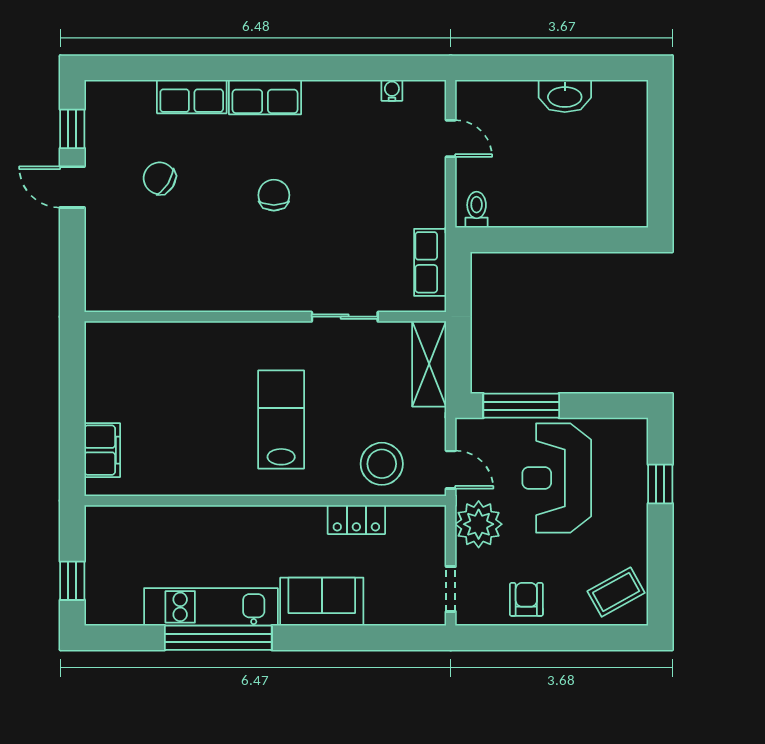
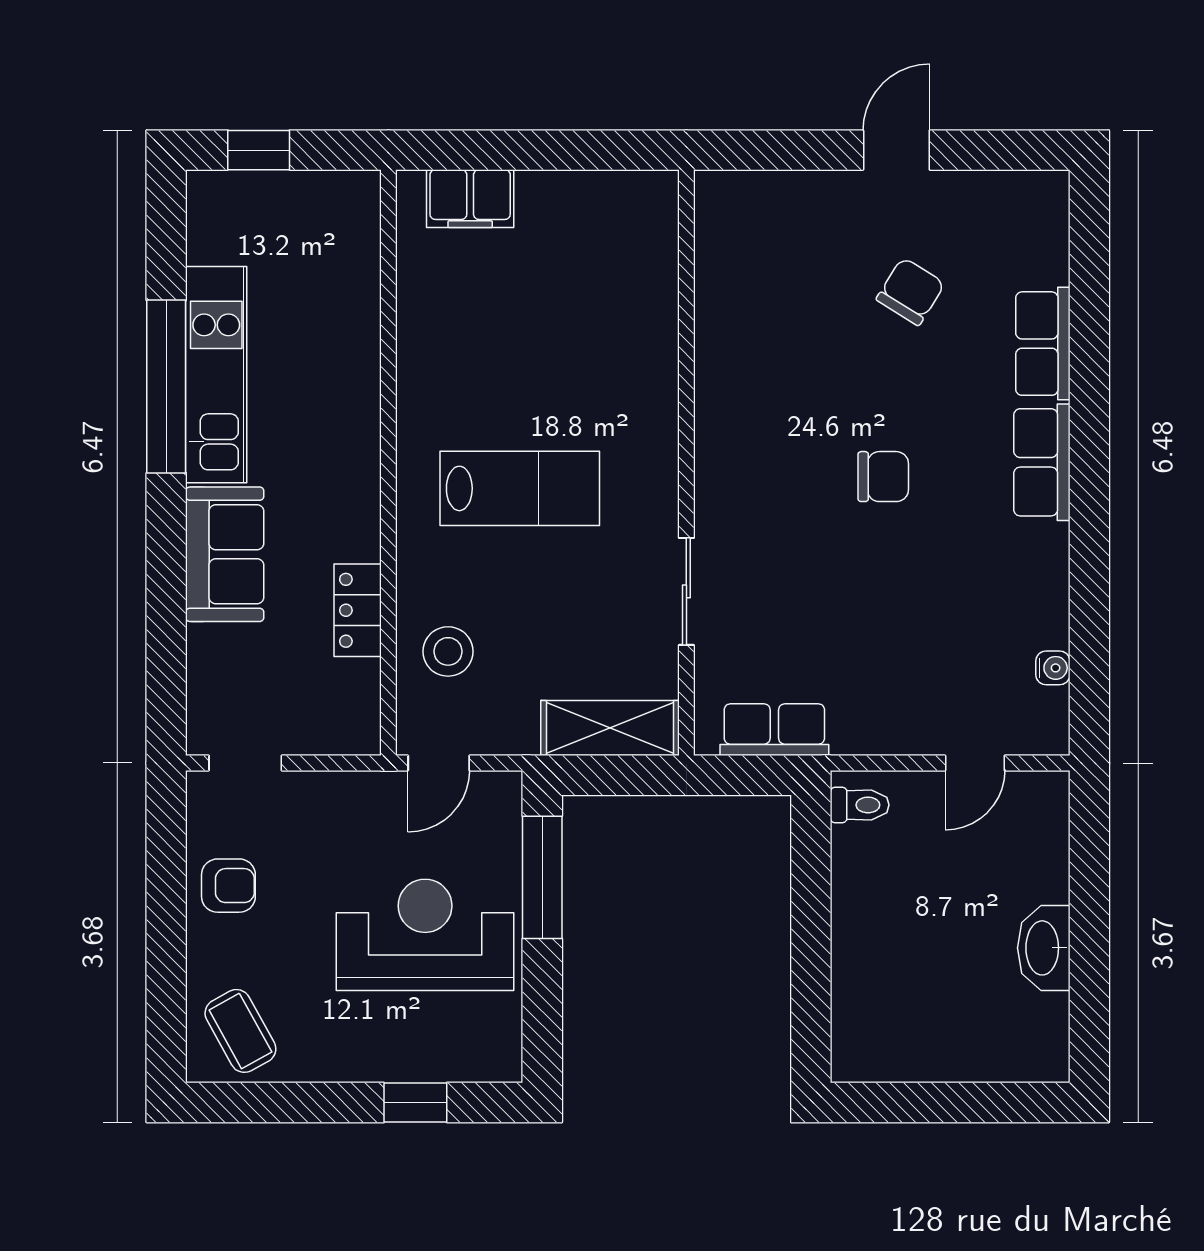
window: (72, 129) -> (991, 150), removed
stool: (382, 464) -> (448, 651), width x0.73, depth x0.73
plant: (479, 524) -> (350, 808), removed

